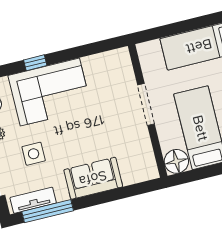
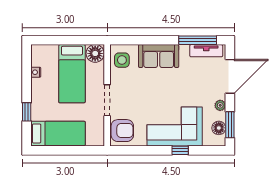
armchair: (117, 70) -> (122, 131), added
side table: (34, 154) -> (122, 60), moved

